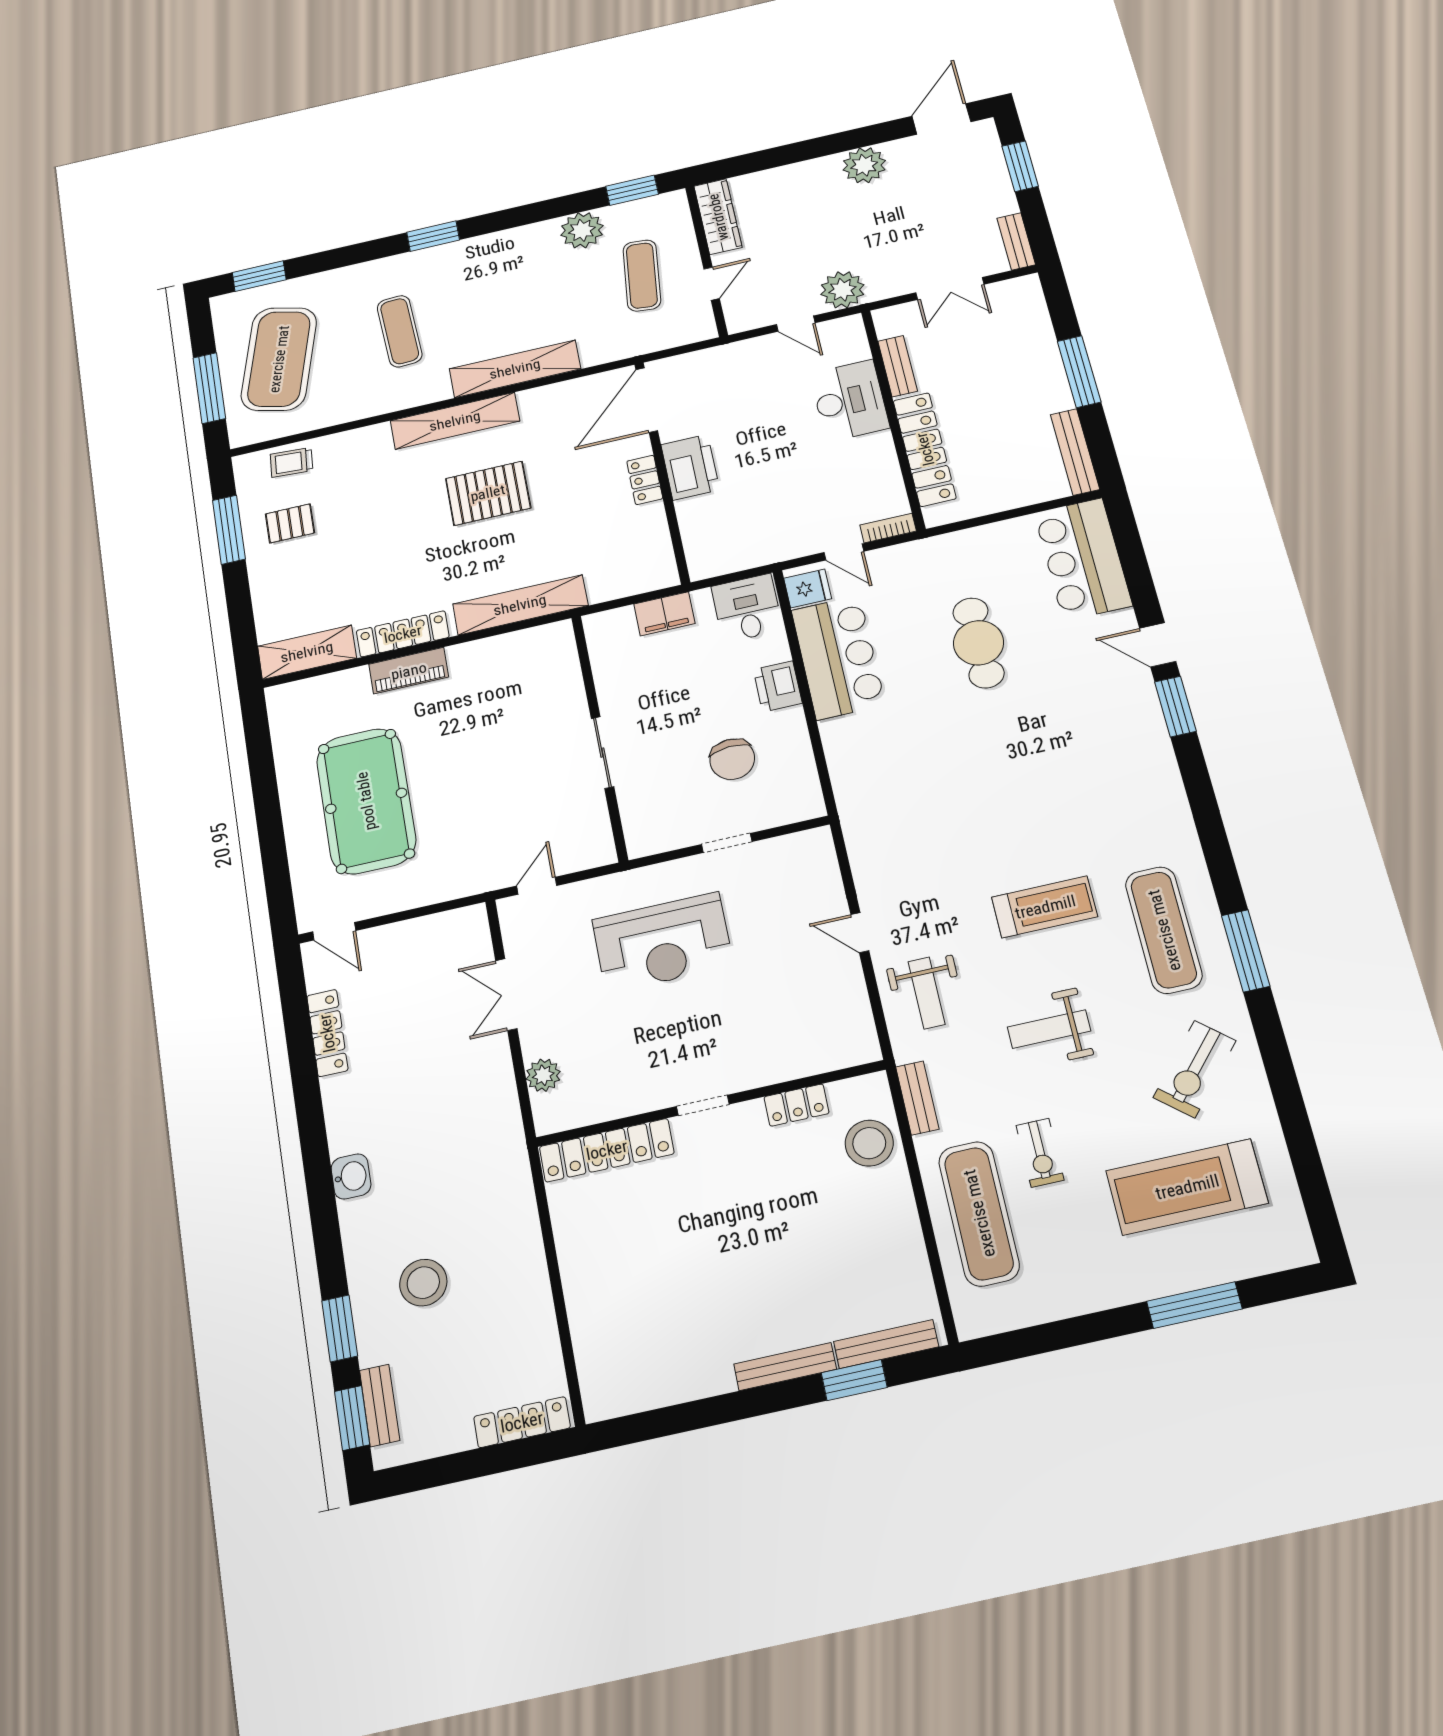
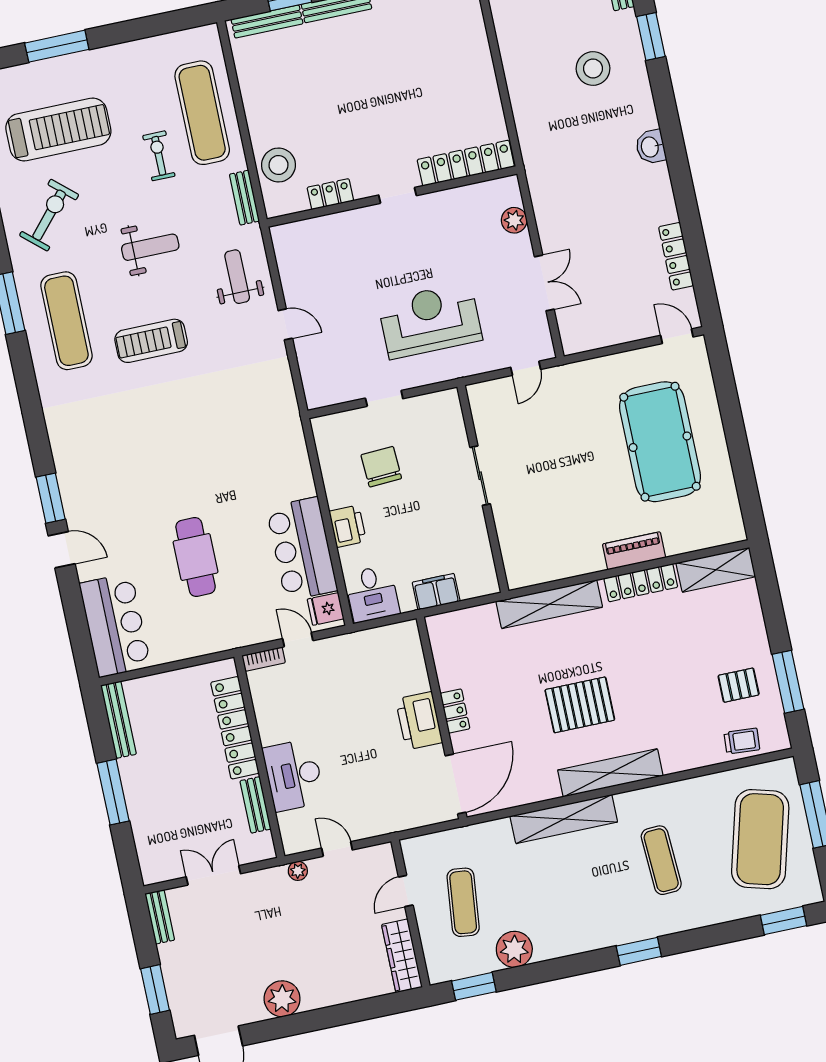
plant: (842, 290) -> (298, 871), width x0.53, depth x0.53

